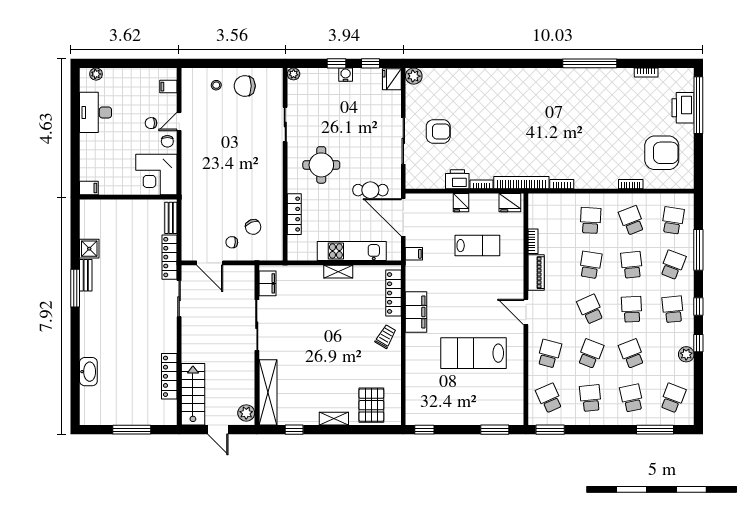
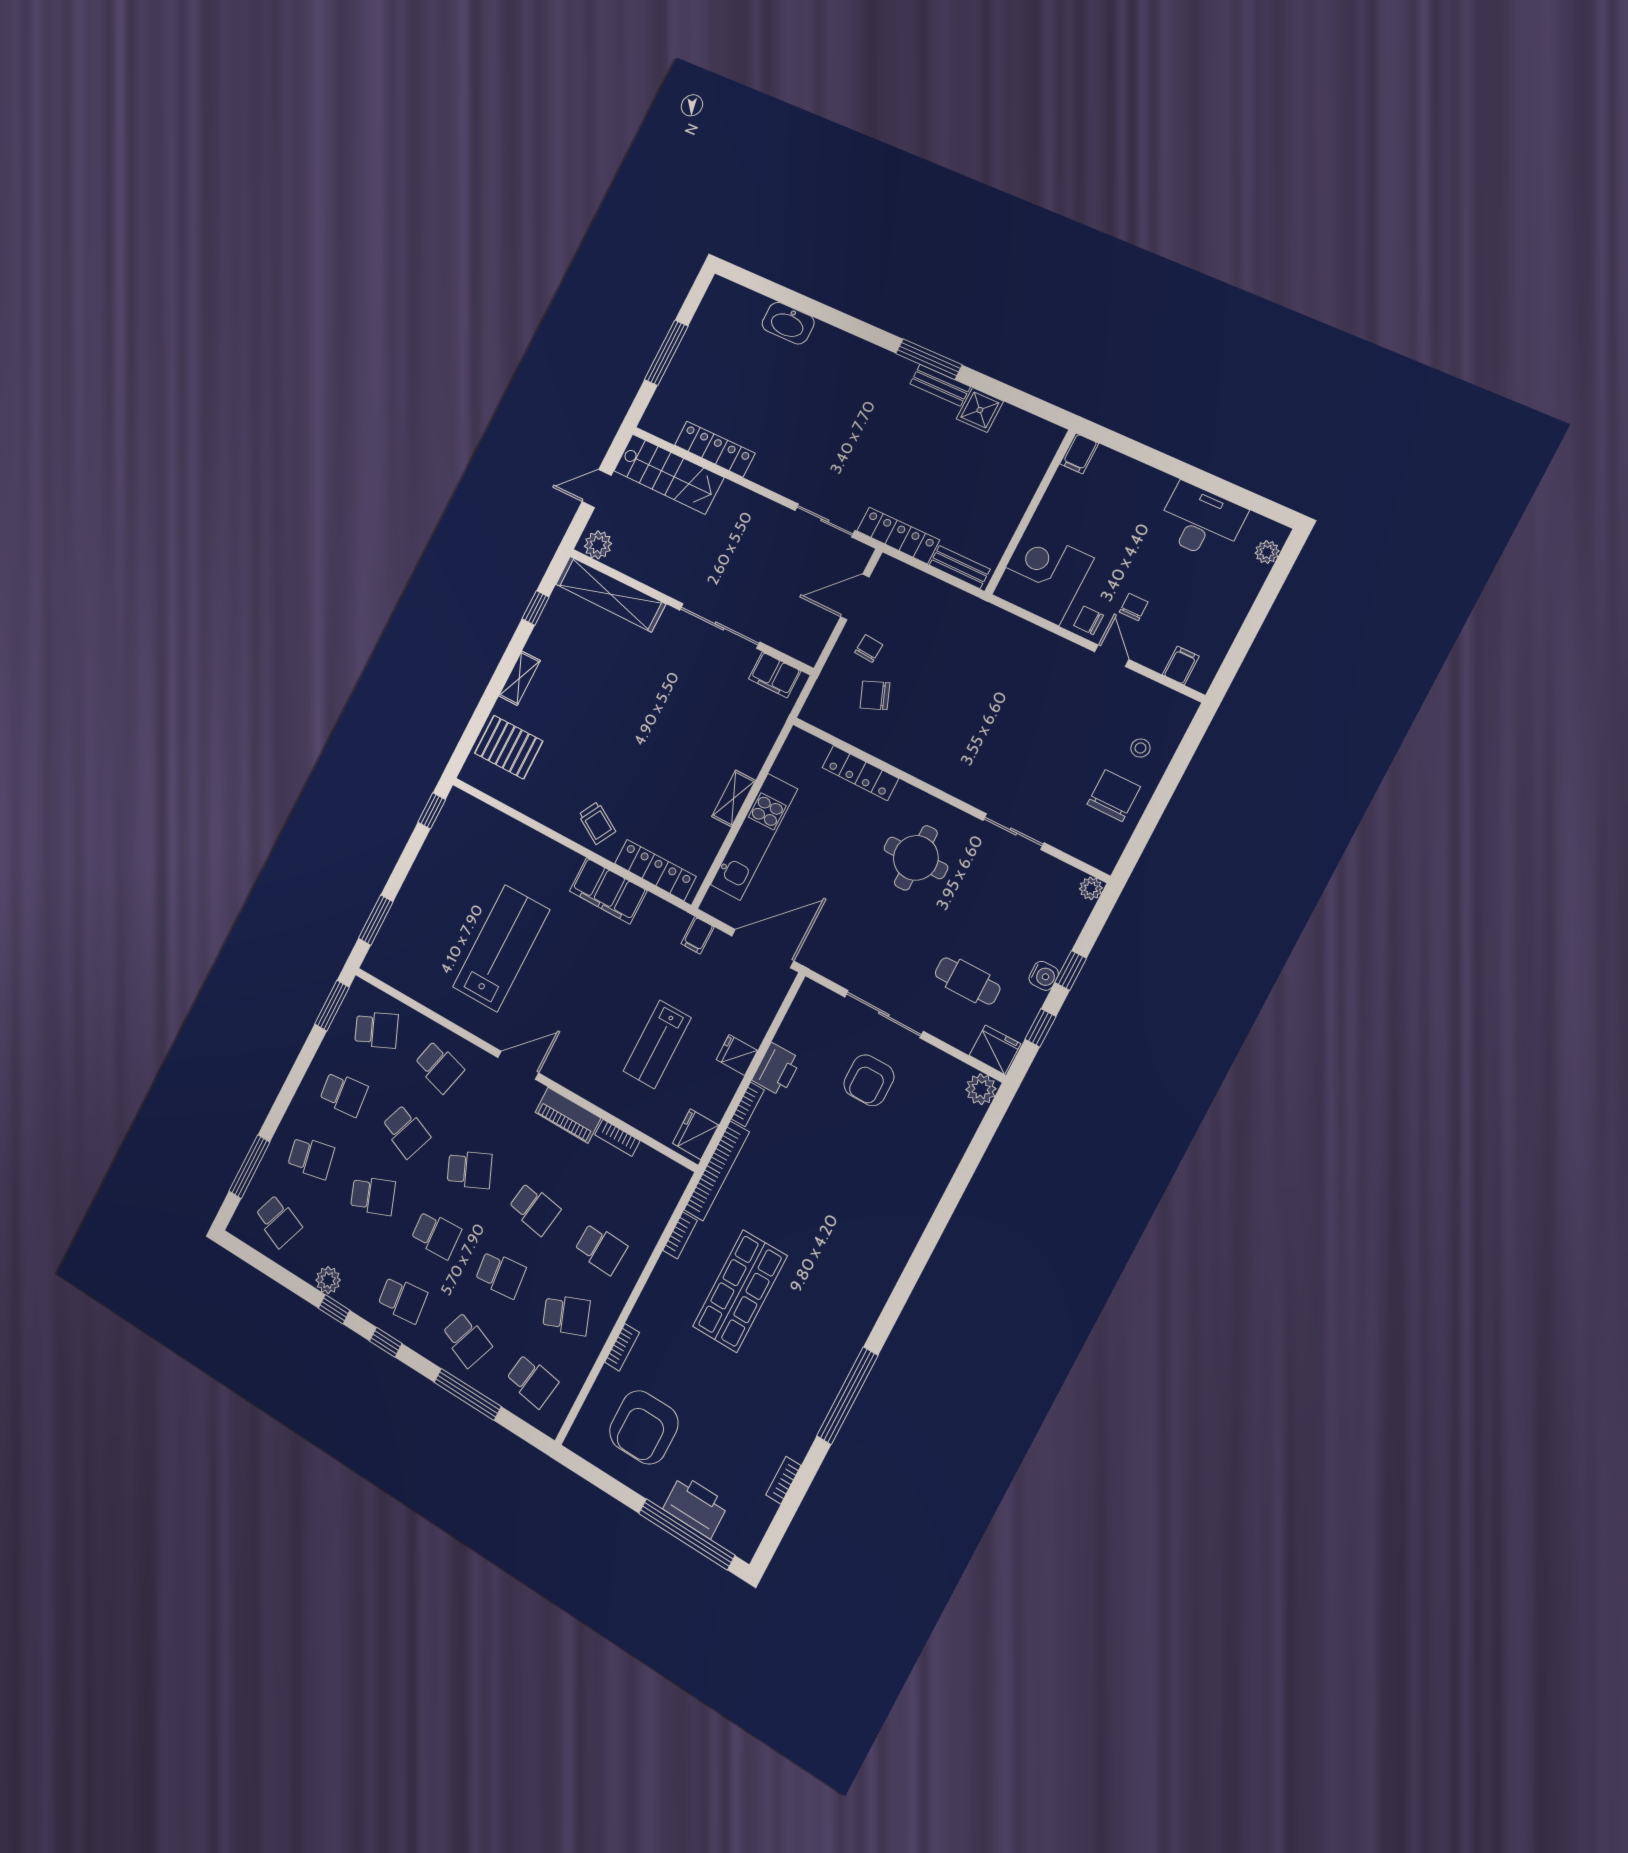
shop shelf: (571, 141) -> (740, 1291), added
cafe table: (370, 190) -> (968, 981), moved, turned 90

